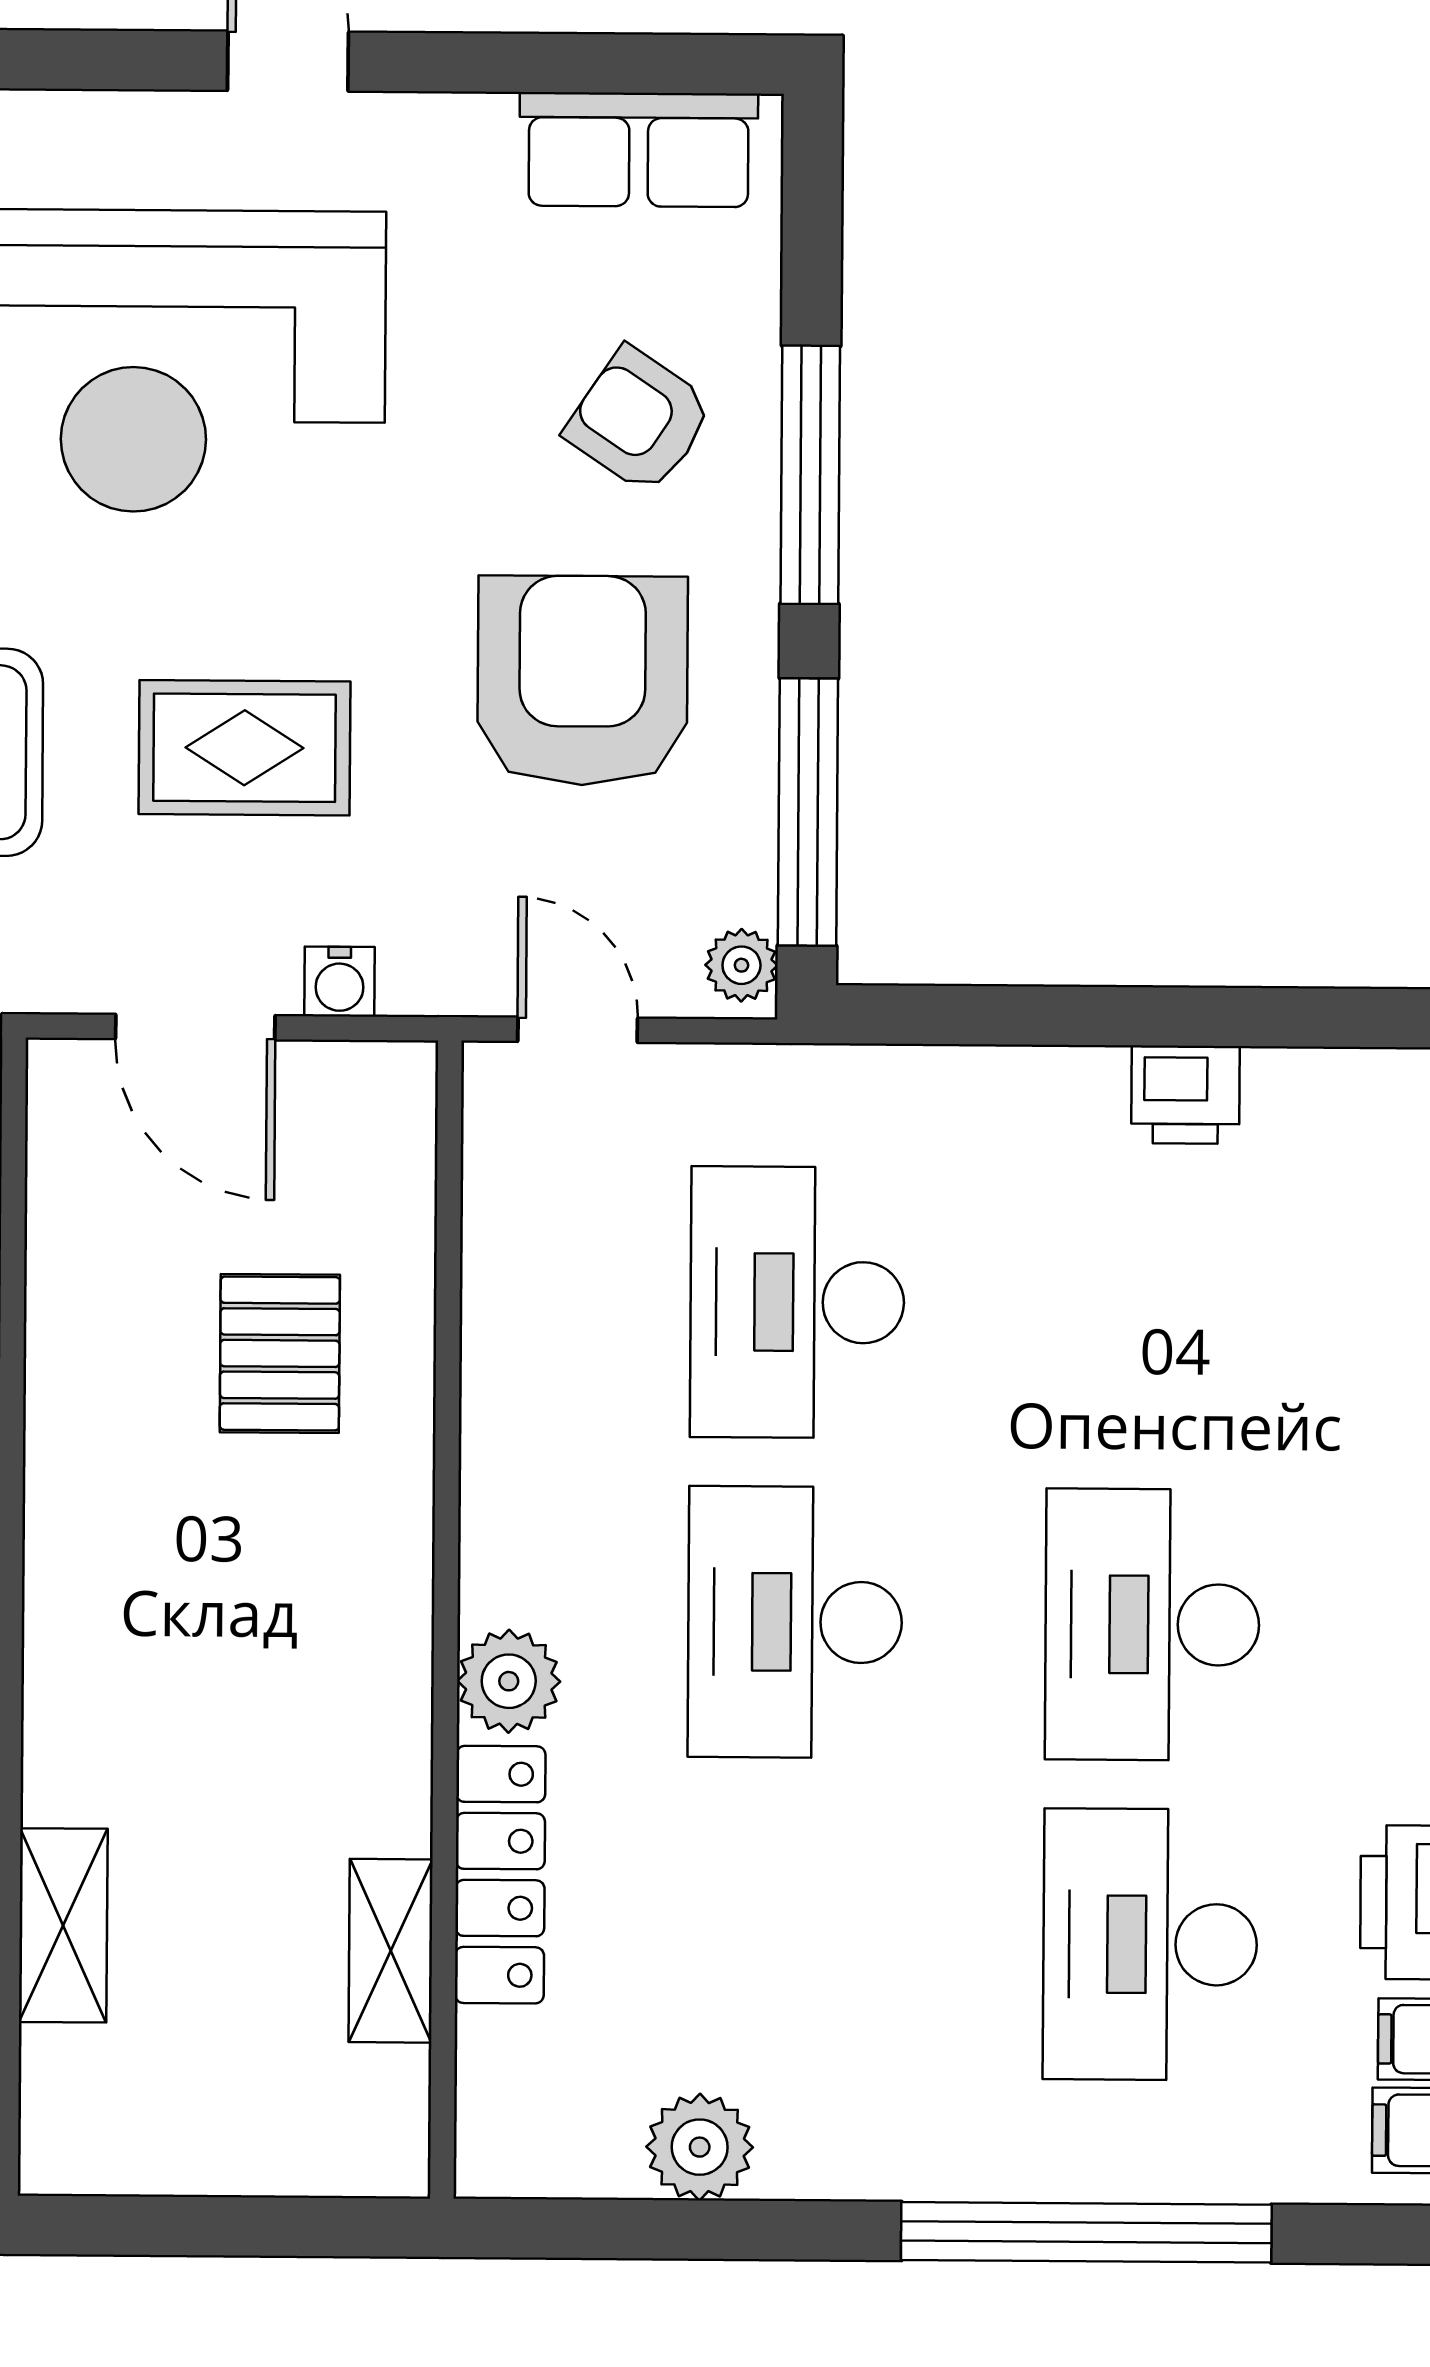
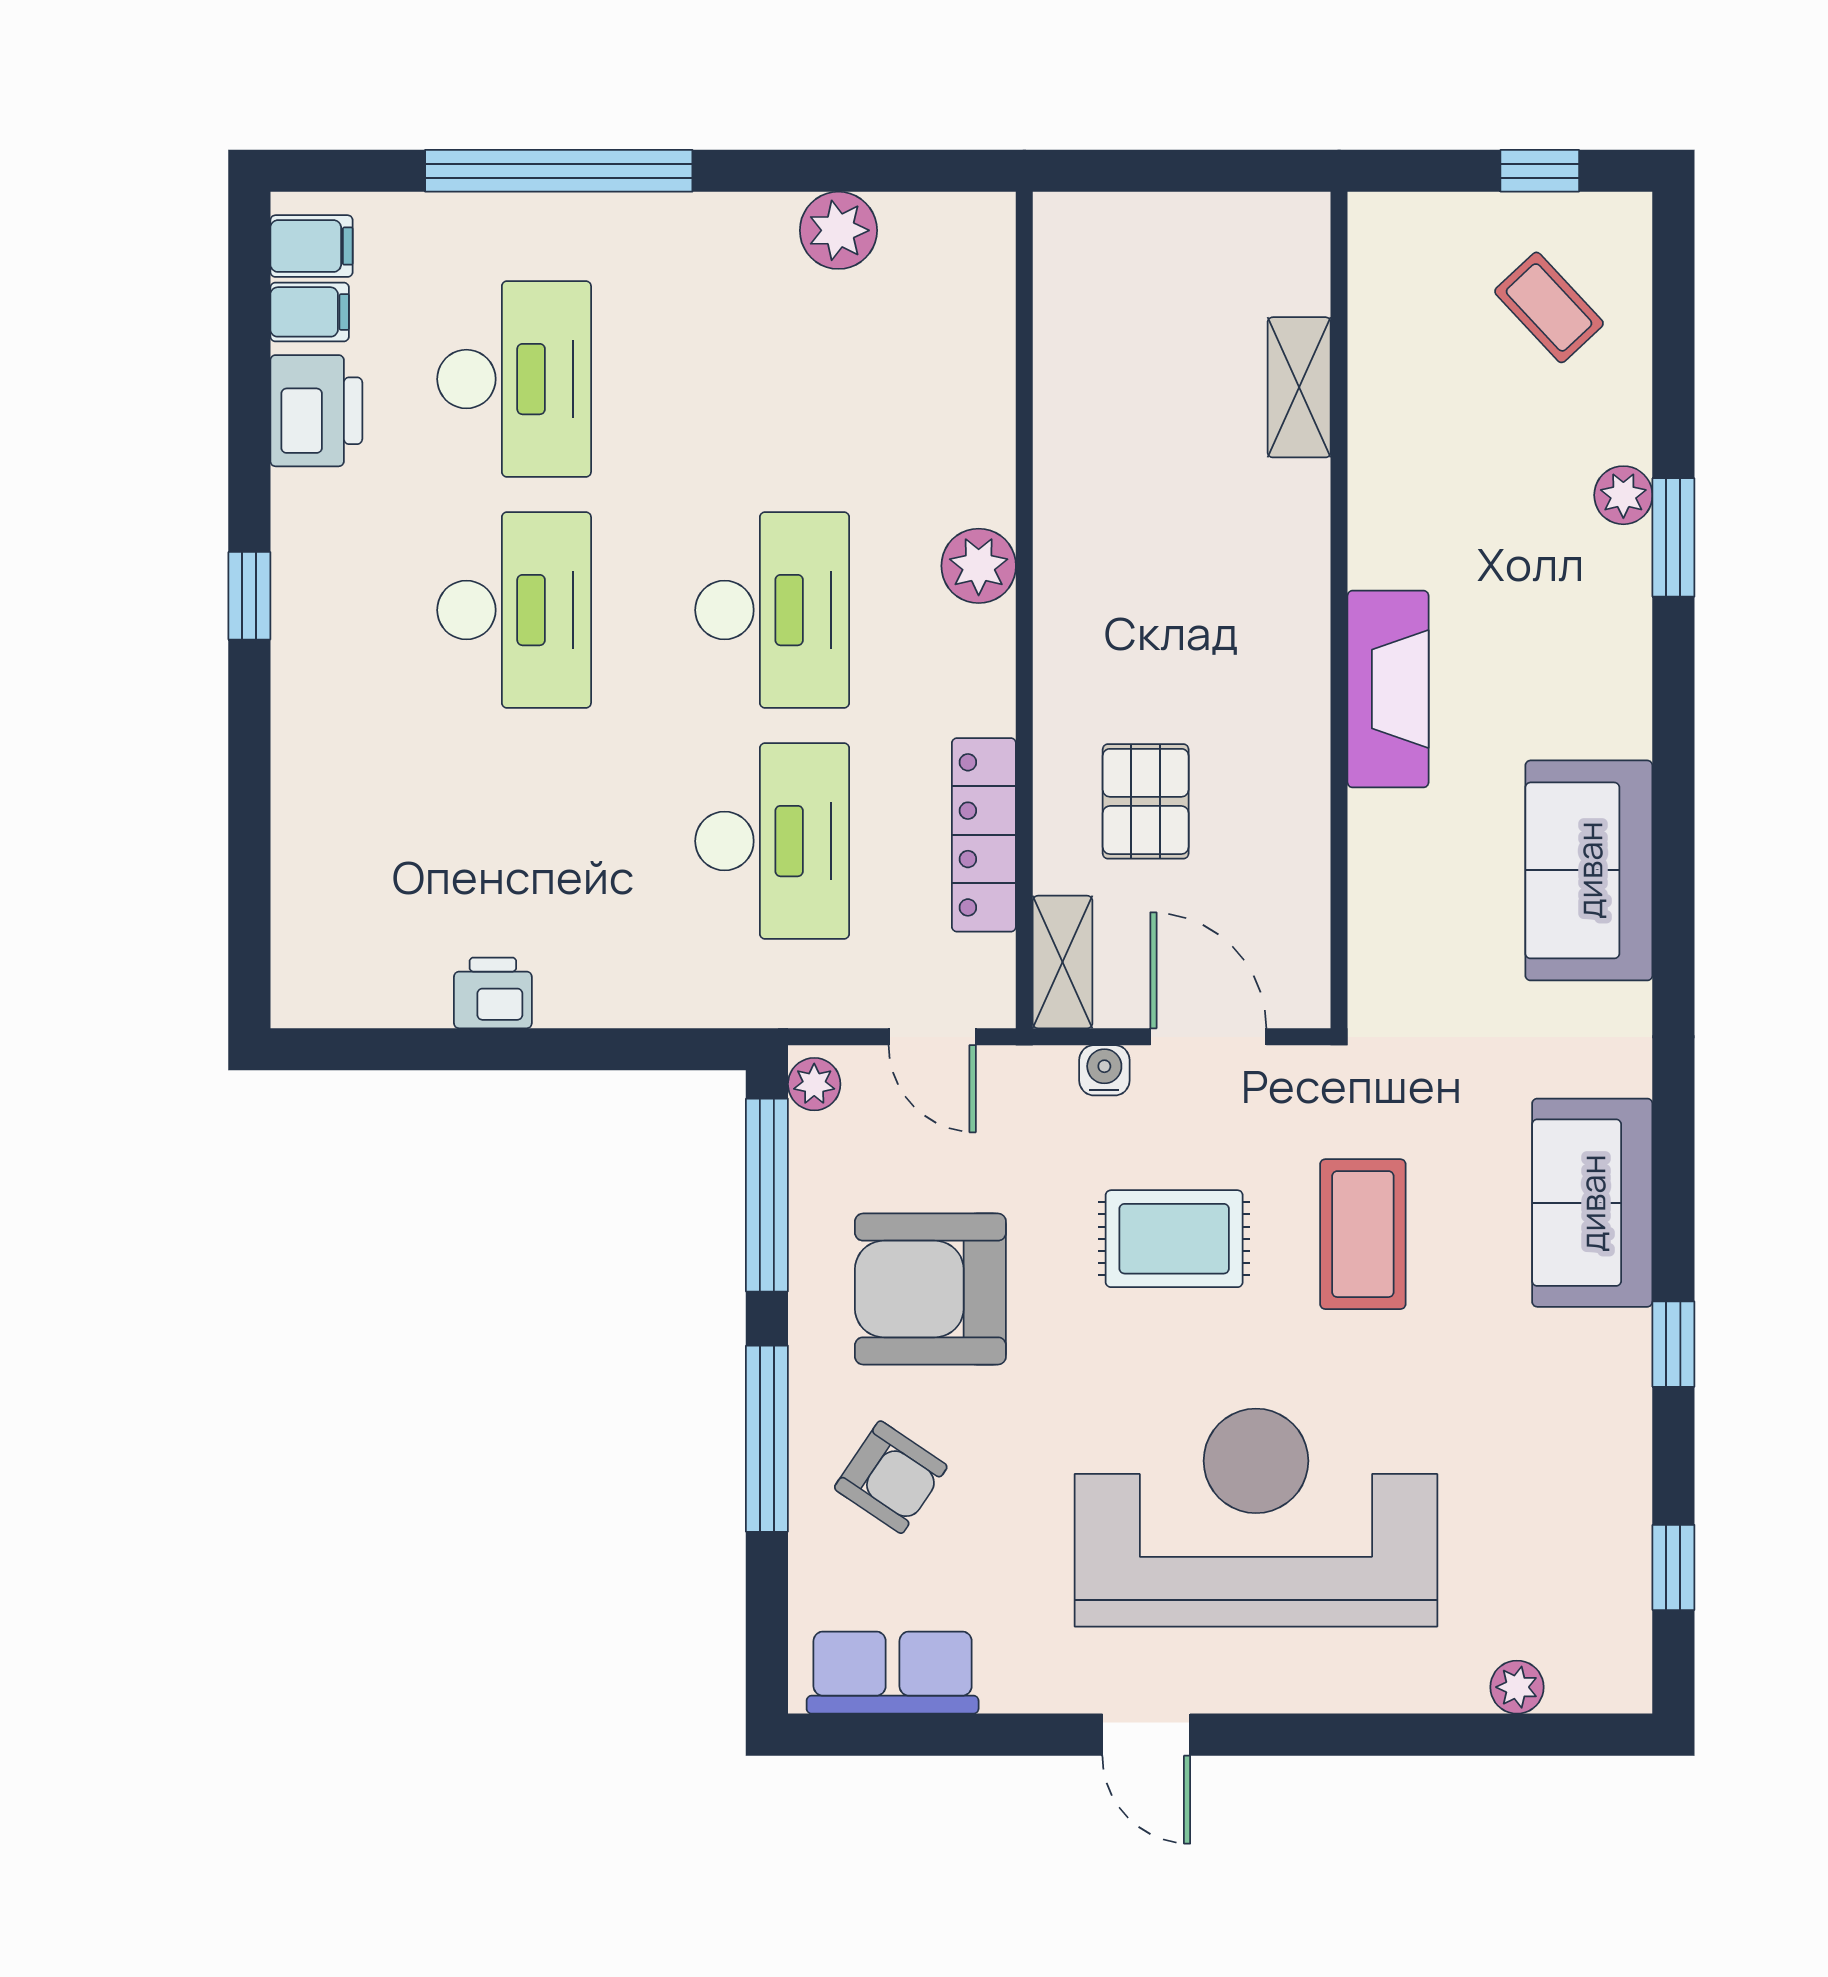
armchair: (582, 680) -> (930, 1289), turned 90
locker: (500, 1875) -> (984, 835), moved
shelving: (391, 1951) -> (1063, 962), moved

